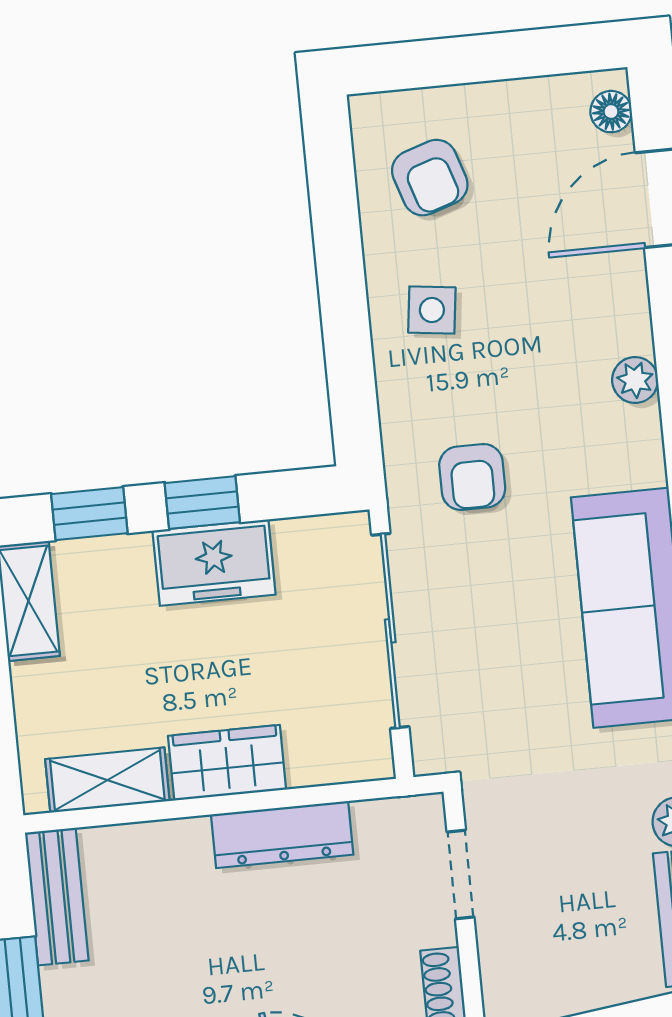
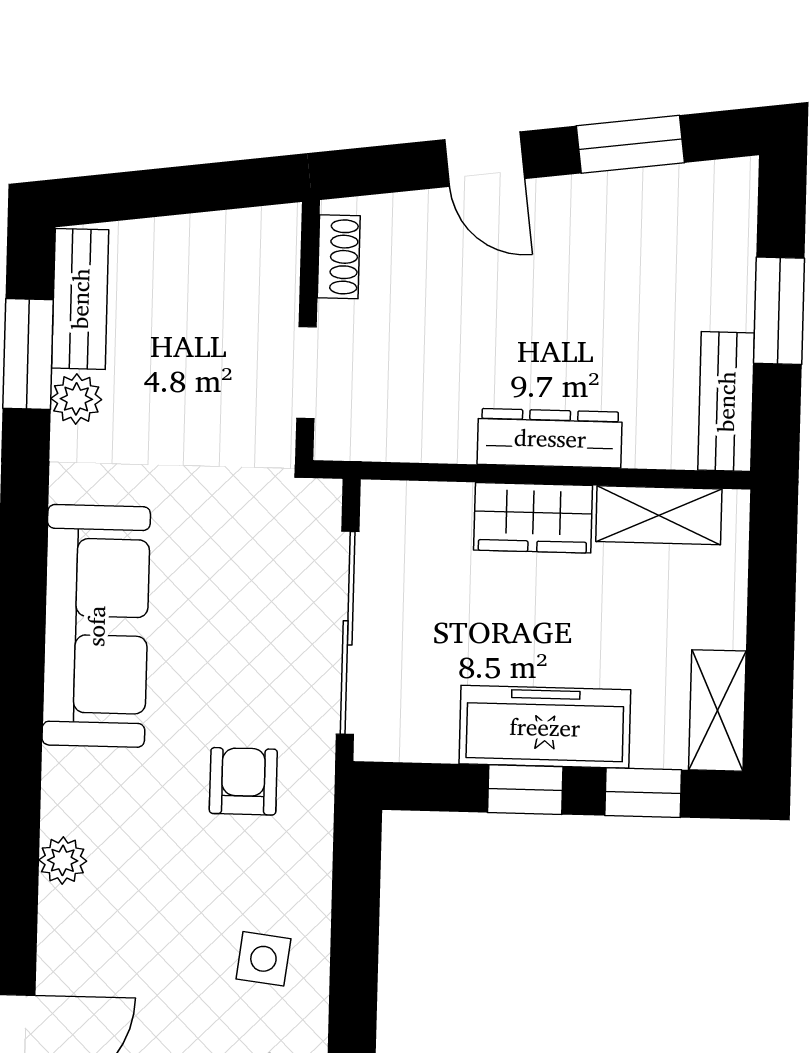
freezer: (214, 563) -> (545, 727), width x1.40
dresser: (282, 835) -> (550, 438), moved

